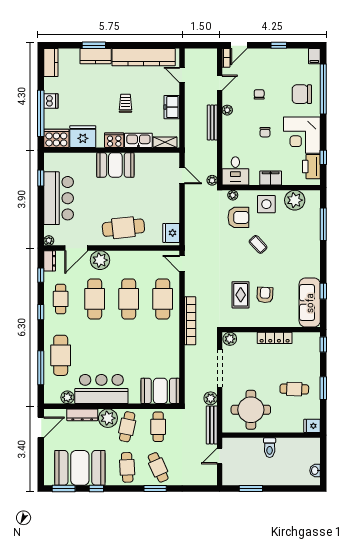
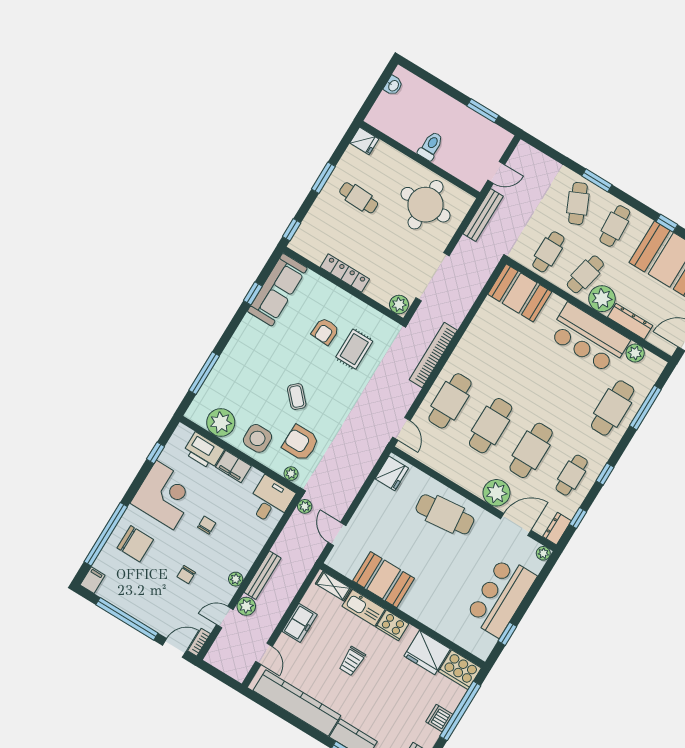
window: (279, 45) -> (127, 619), width x3.17
booth: (115, 165) -> (384, 580), moved
printer: (311, 167) -> (204, 451), moved, turned 90
plant: (211, 398) -> (246, 606), moved

